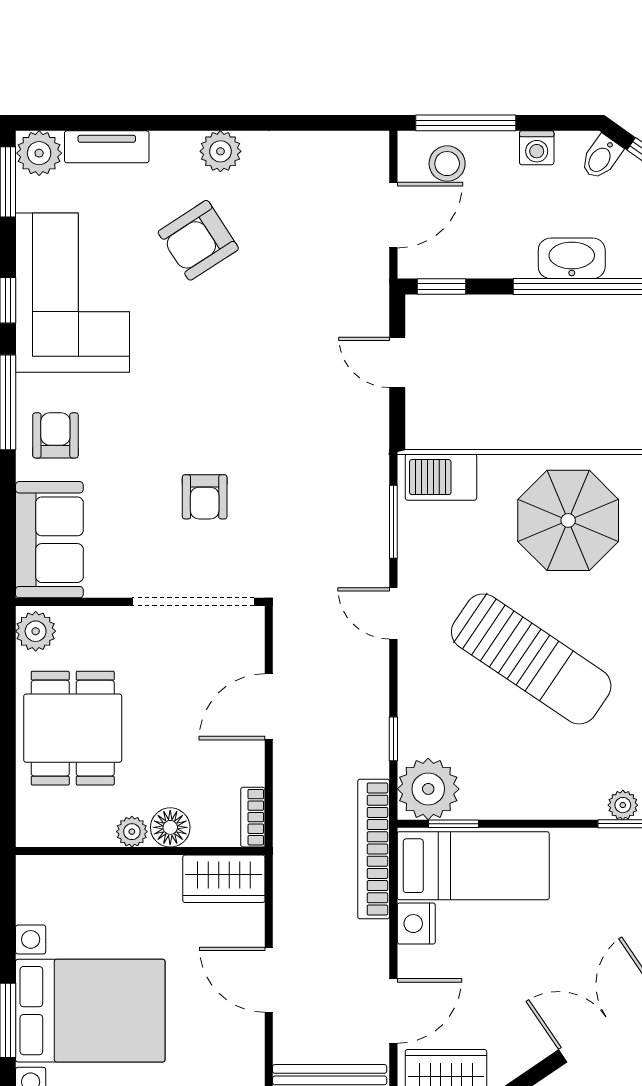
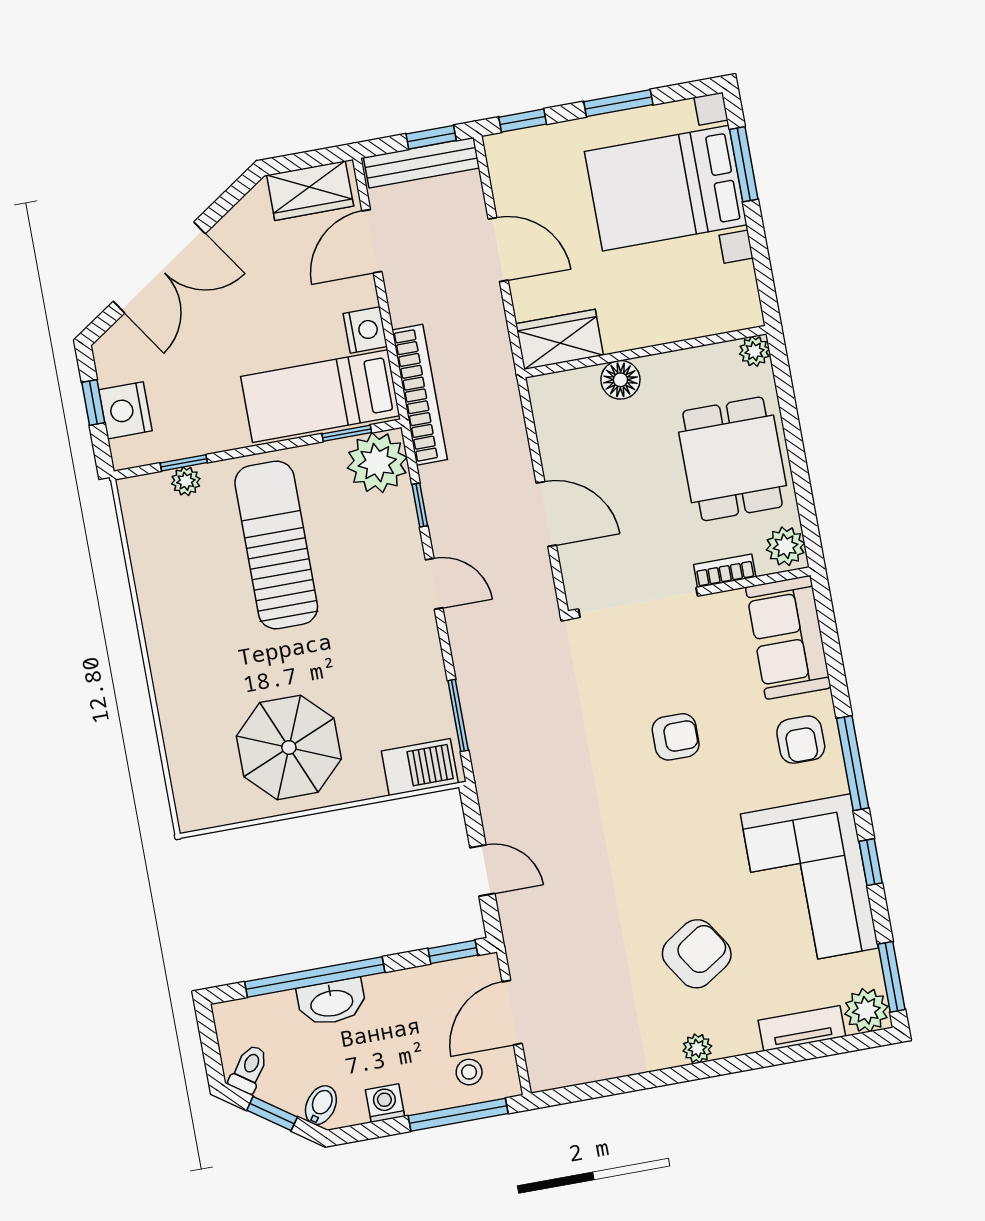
plant: (220, 151) -> (697, 1048), width x0.73, depth x0.73
stool: (447, 164) -> (469, 1072), width x0.73, depth x0.73
armchair: (205, 497) -> (676, 737), moved, turned 90
door: (393, 613) -> (434, 584), moved
sun lounger: (531, 659) -> (276, 545), moved, turned 56
door: (269, 707) -> (546, 514), hinge flipped
bookcase: (253, 817) -> (725, 571), moved, turned -90
plant: (132, 832) -> (754, 351), moved

